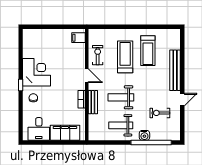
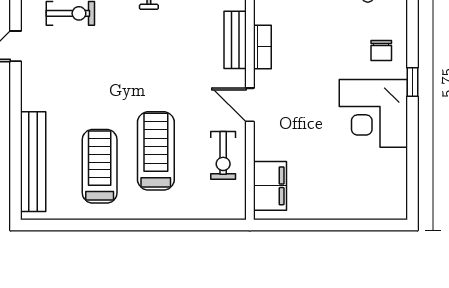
filing cabinet: (79, 38) -> (270, 186), width x2.00
treadmill: (125, 57) -> (156, 151), turned 180
bench: (175, 70) -> (33, 162), moved
weight bench: (121, 97) -> (166, 52), removed

